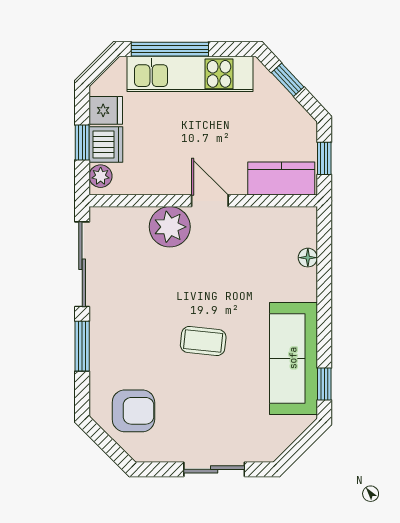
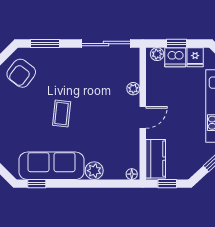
plant: (170, 227) -> (133, 89), width x0.53, depth x0.53
floor lamp: (308, 258) -> (132, 174), moved
plant: (302, 285) -> (94, 171), added
window: (82, 346) -> (45, 44), moved
armchair: (133, 411) -> (21, 73), turned 37

